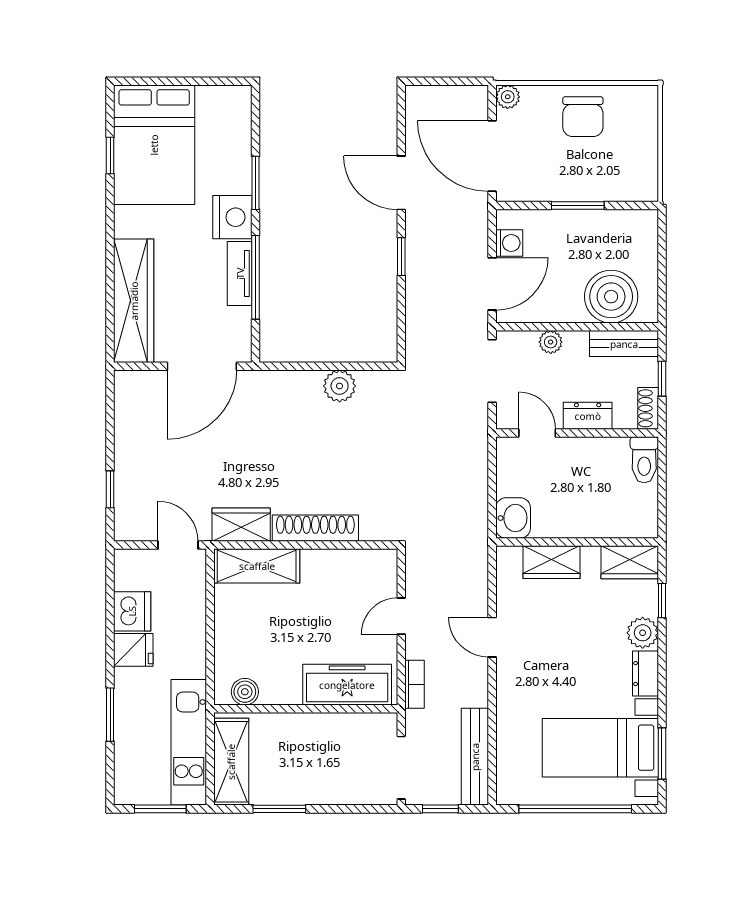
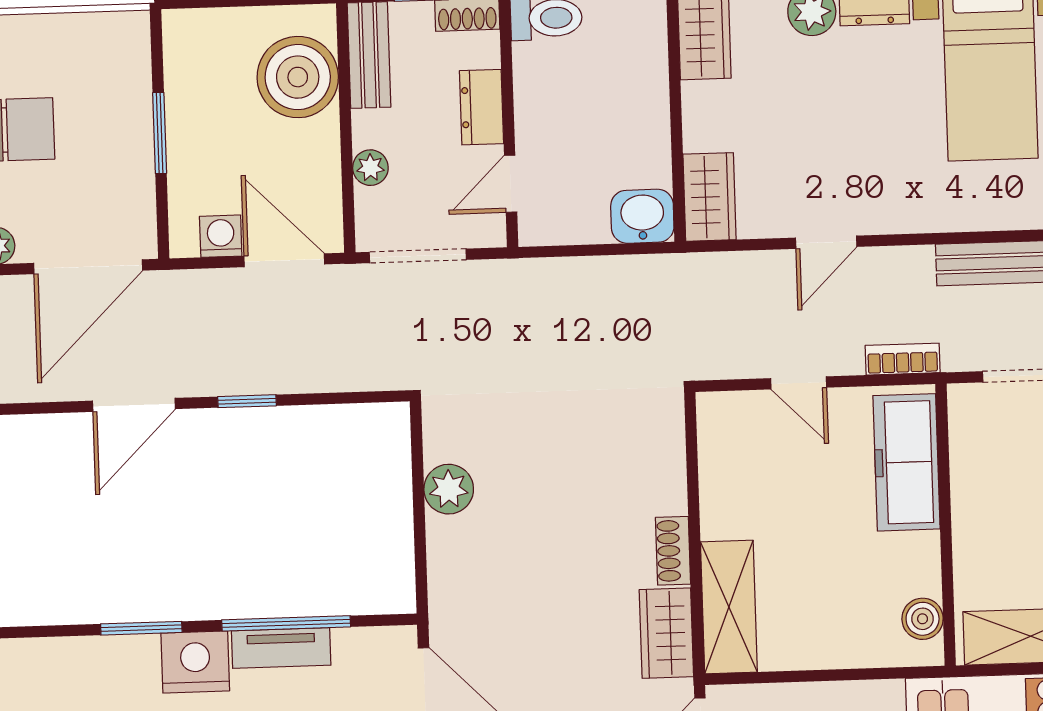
shoe rack: (315, 528) -> (673, 551), width x0.51, depth x0.81
wardrobe: (551, 562) -> (710, 197), moved

